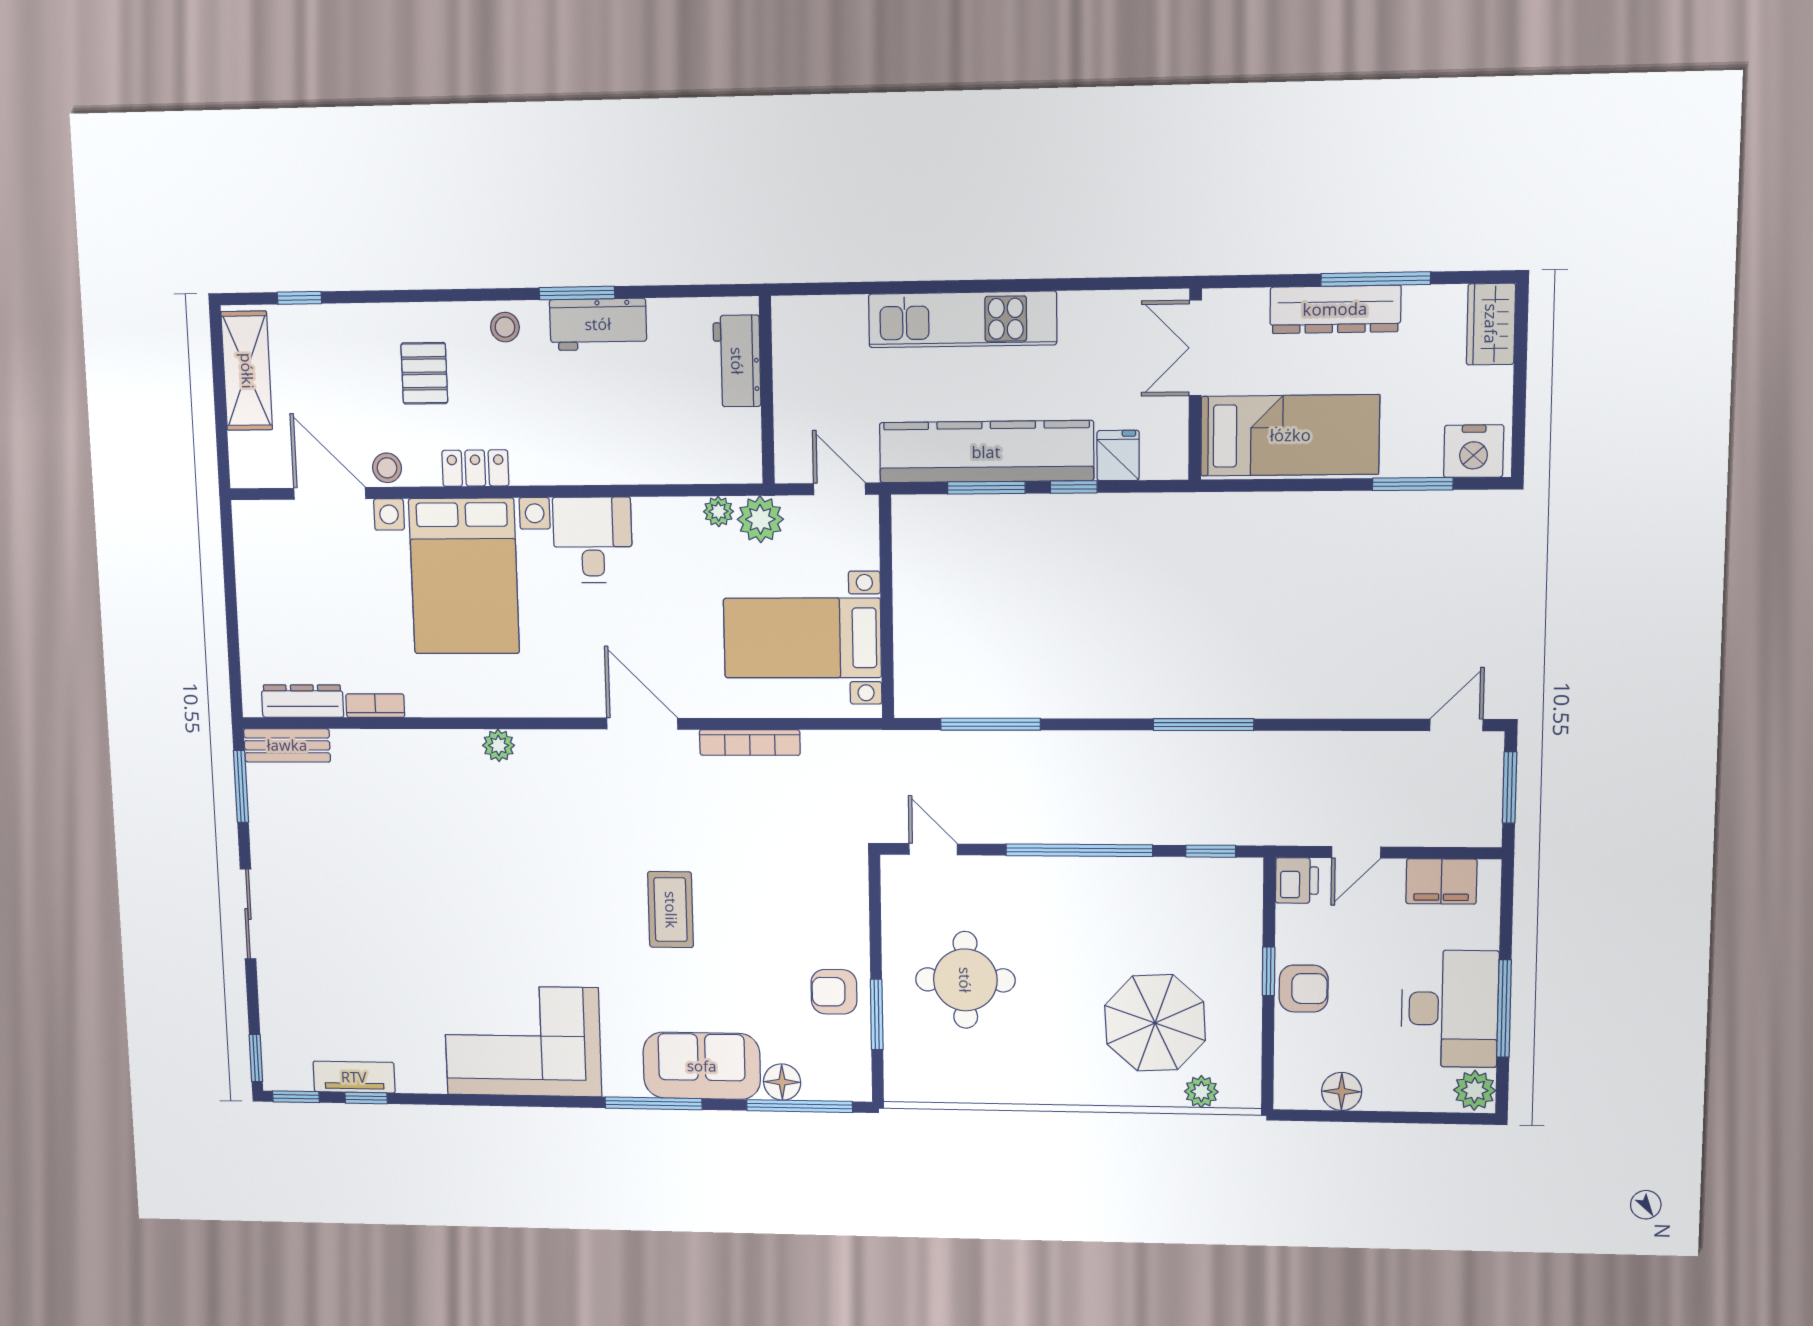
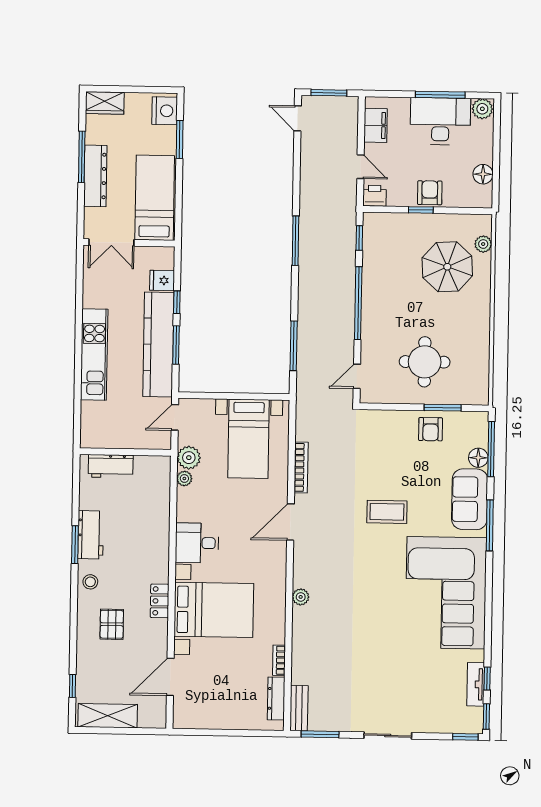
pallet: (424, 373) -> (112, 624), turned 90
stool: (387, 468) -> (158, 646), removed
corner sofa: (523, 1041) -> (446, 593), width x1.36, depth x1.36

